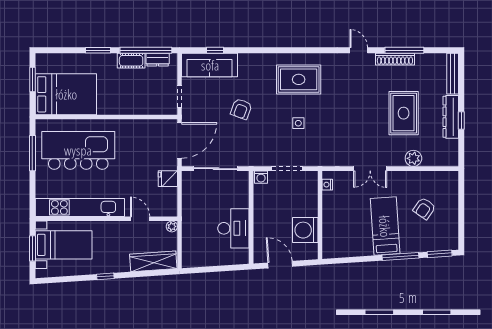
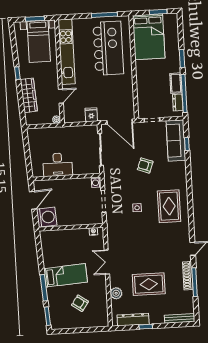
dresser: (451, 117) -> (133, 320), moved
washing machine: (305, 230) -> (47, 217), moved, turned 86
wardrobe: (153, 261) -> (29, 95), moved

